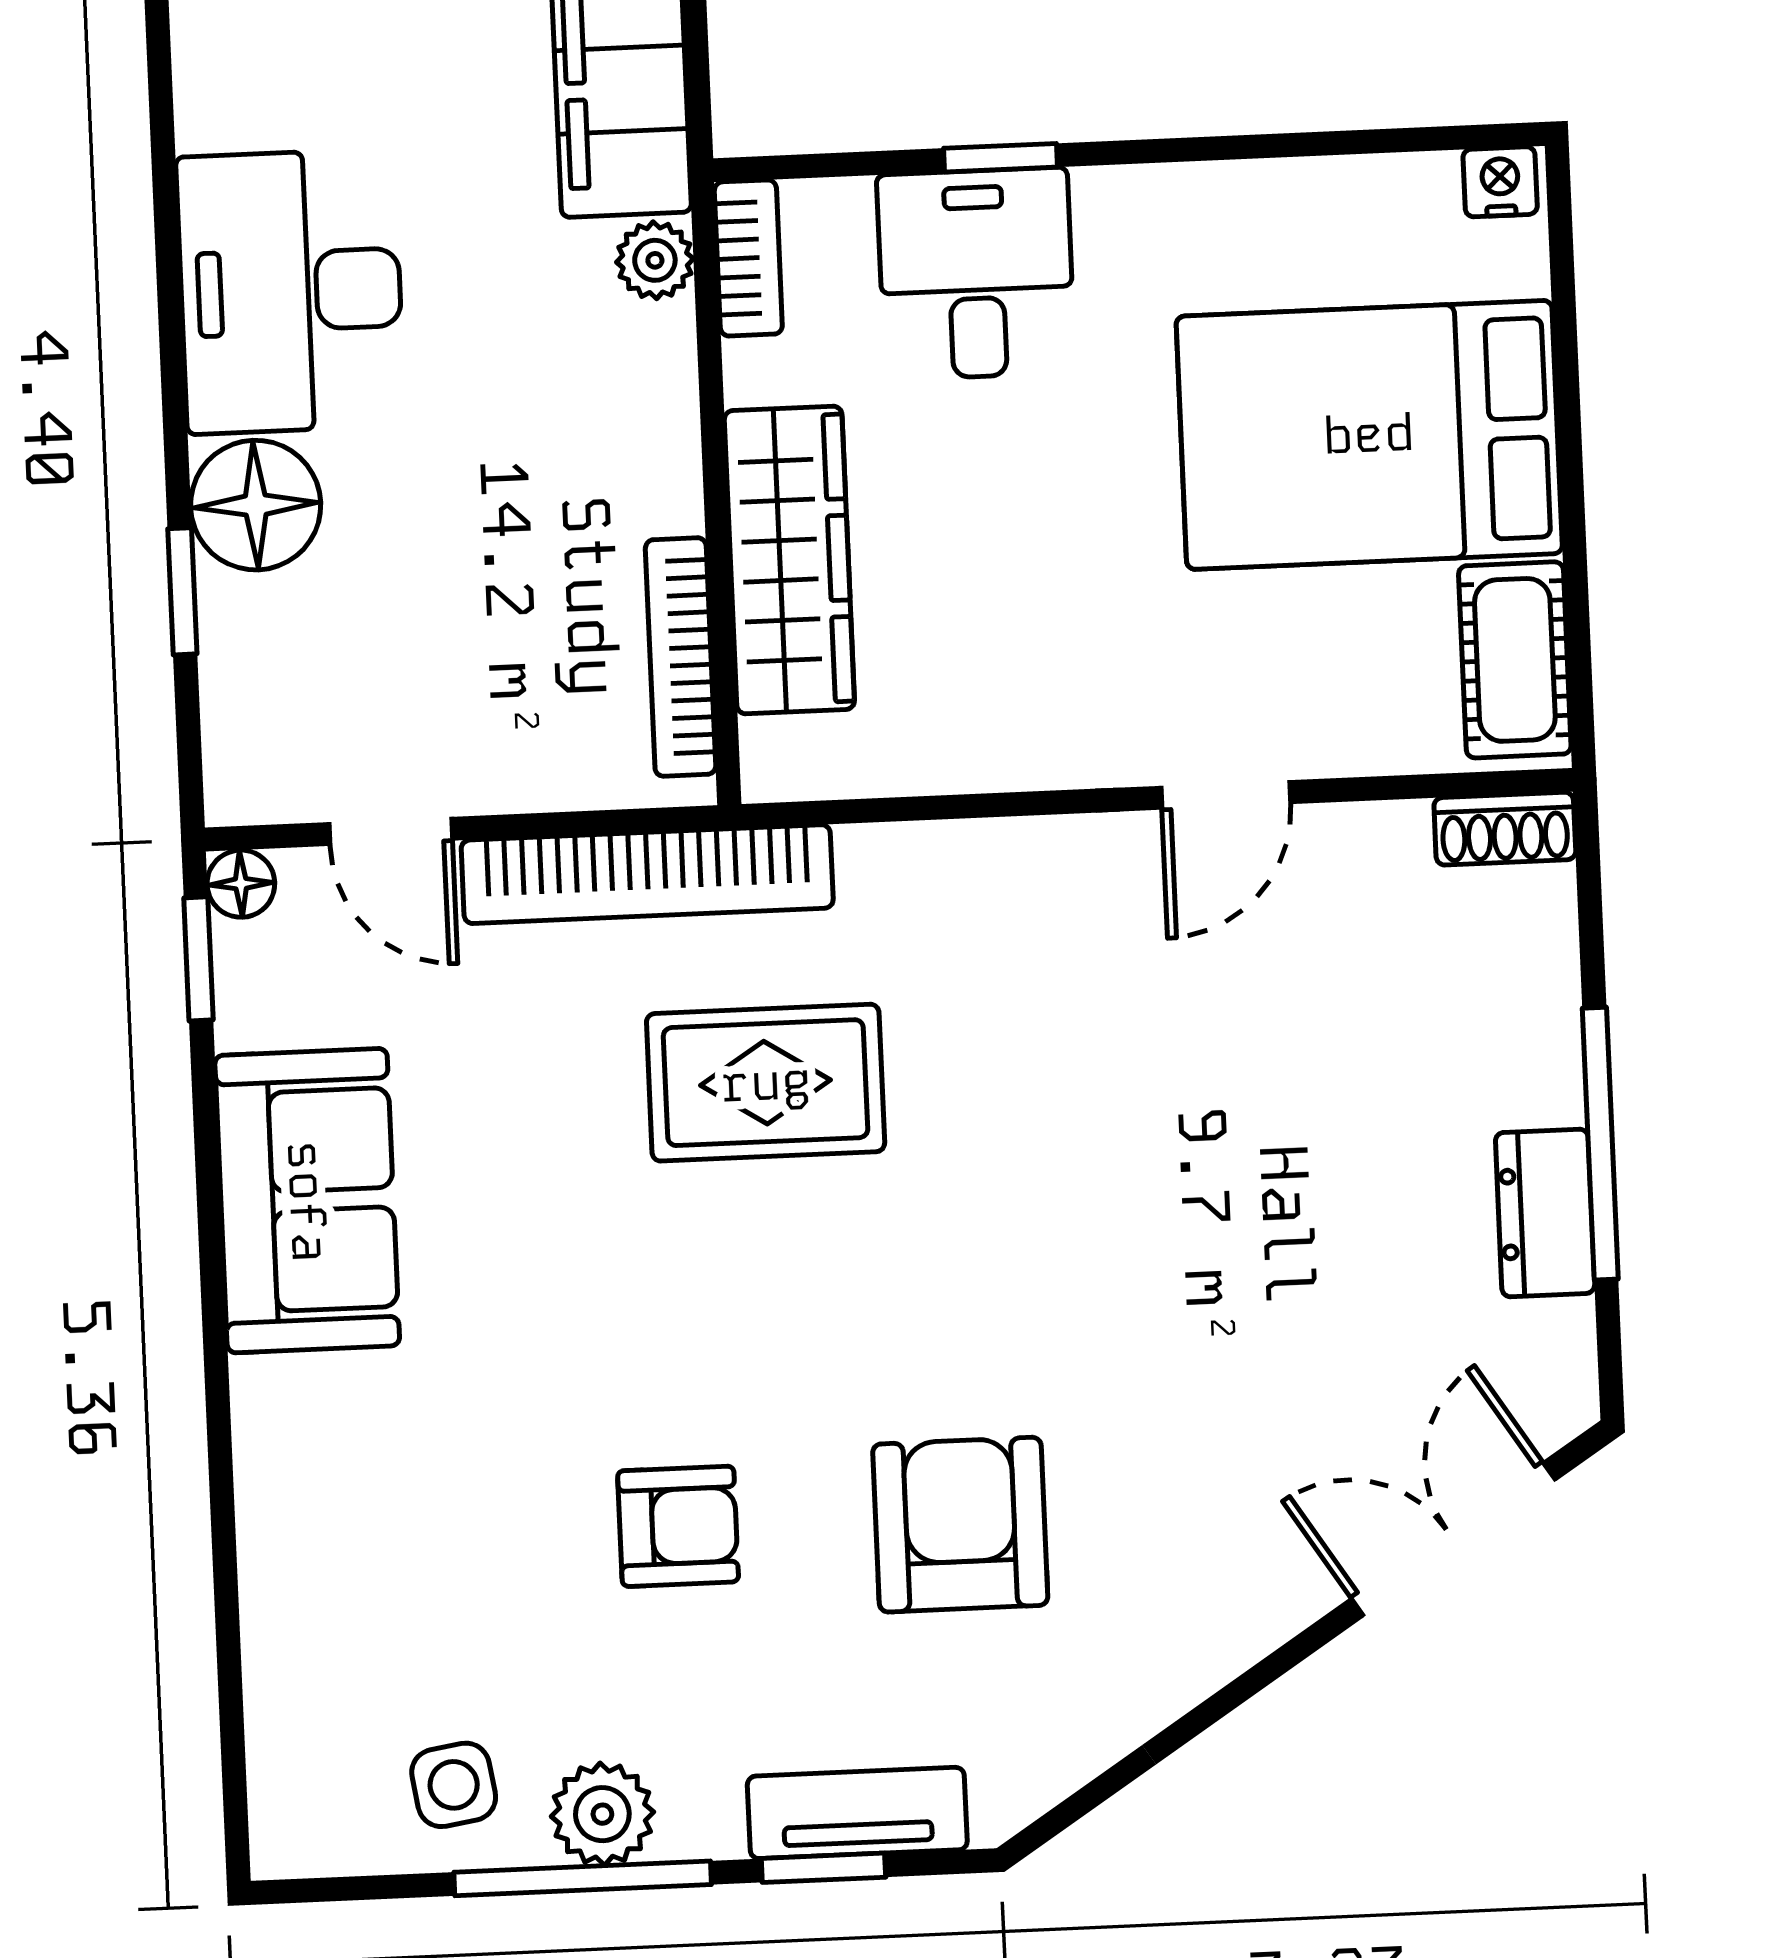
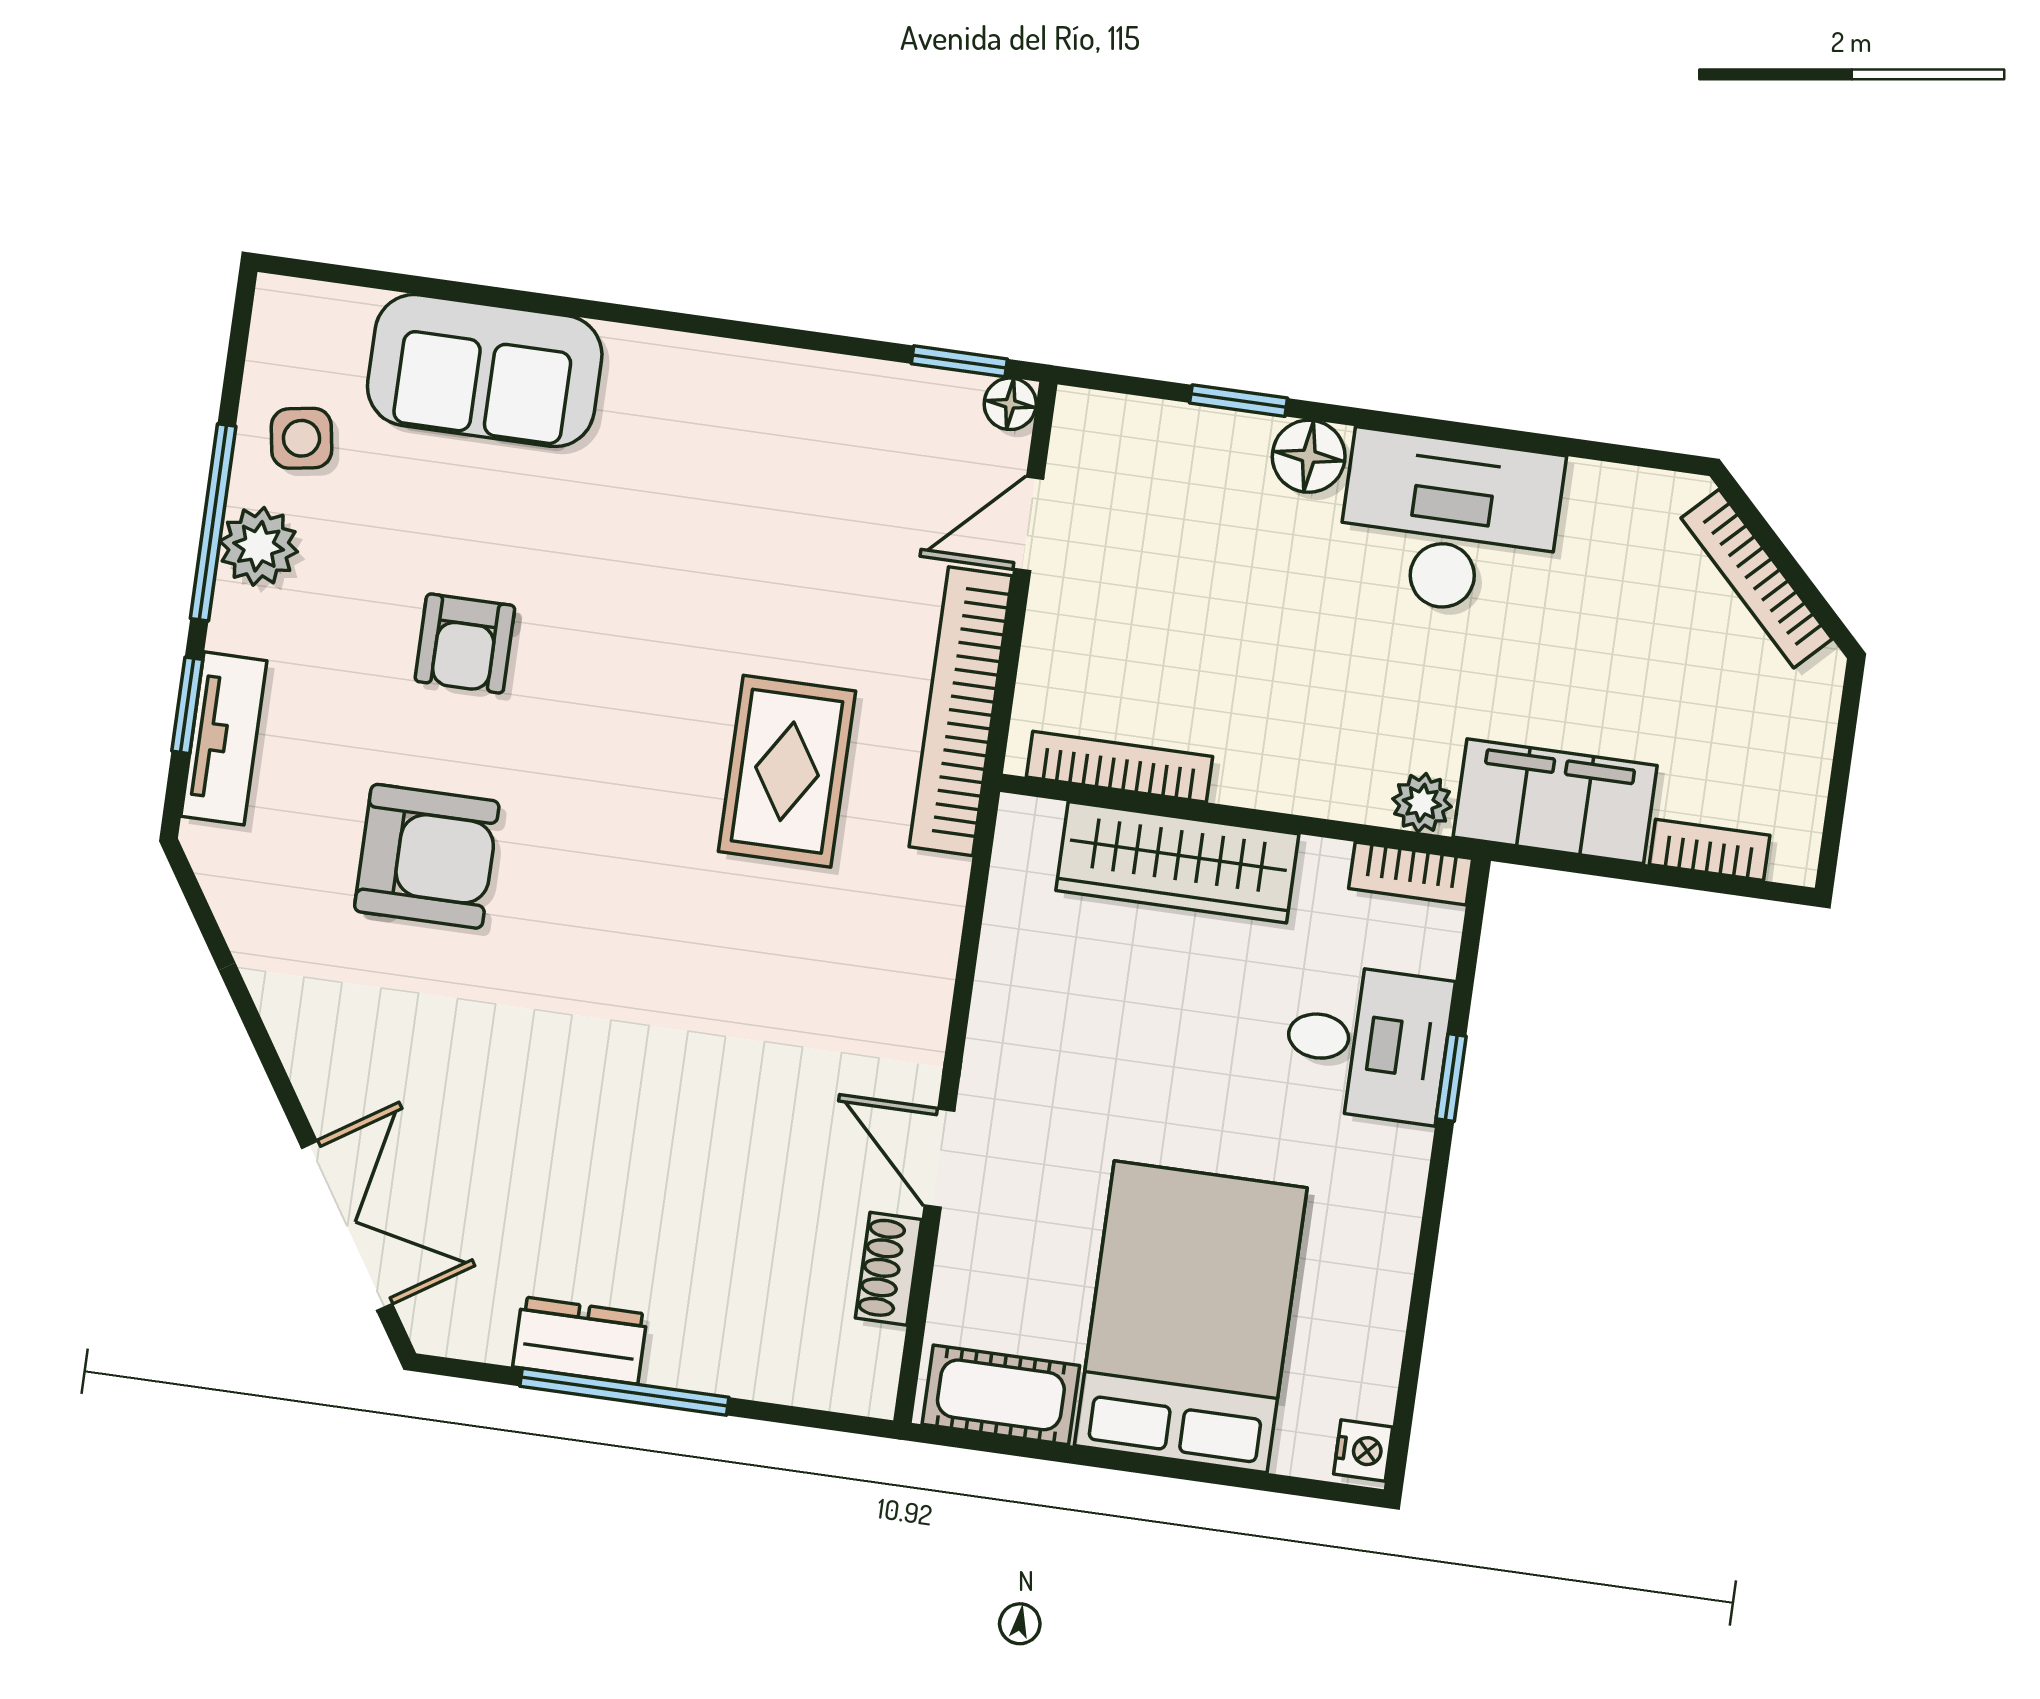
floor lamp: (256, 505) -> (1309, 456), width x0.73, depth x0.73
shoe rack: (1505, 829) -> (888, 1269), moved
sofa: (307, 1201) -> (485, 371), moved

